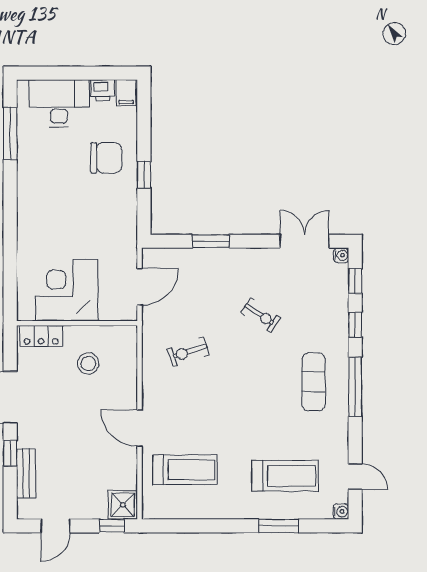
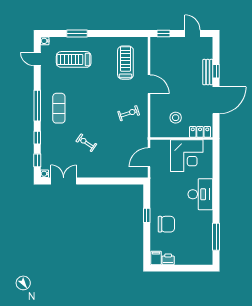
desk: (59, 103) -> (200, 194), moved, turned -90
chair: (106, 158) -> (166, 224), turned 180
window: (211, 241) -> (112, 181), removed
double door: (305, 241) -> (64, 181), swing flipped
exercise bike: (188, 352) -> (129, 113), moved
treadmill: (185, 470) -> (125, 63), turned 90
bench: (26, 473) -> (208, 72), moved
shower: (123, 505) -> (158, 44), removed
door: (56, 526) -> (193, 34), hinge flipped

